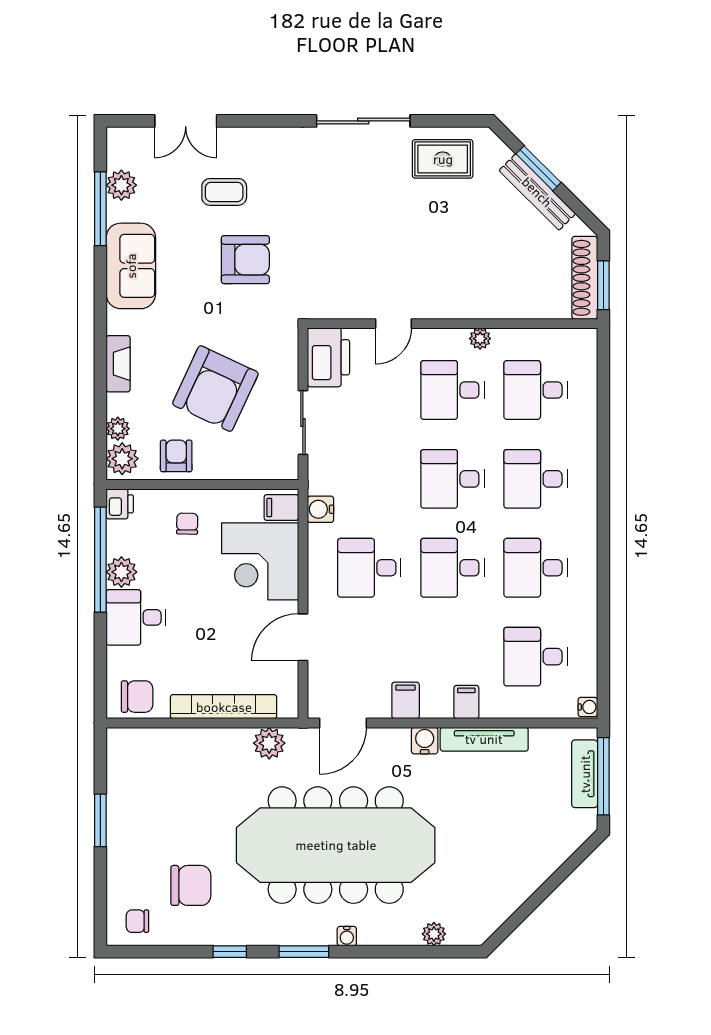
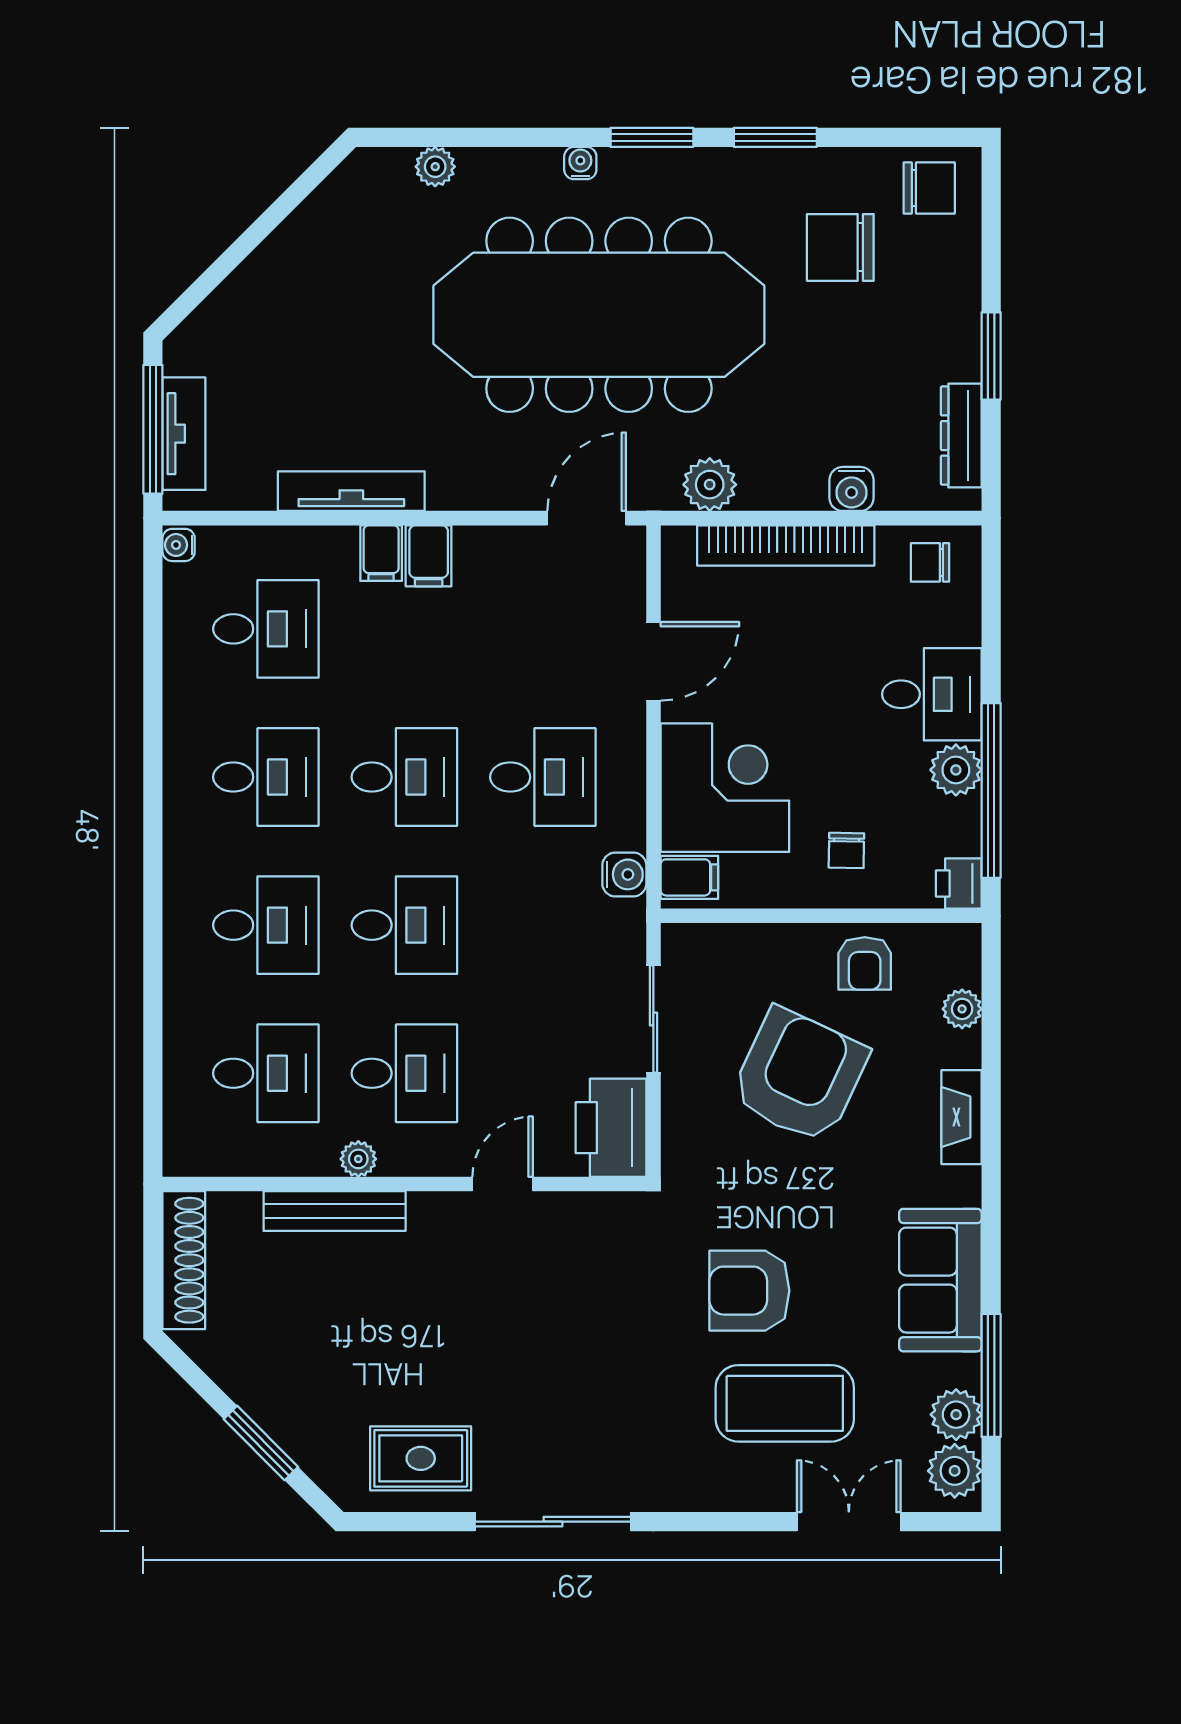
coffee table: (224, 192) -> (785, 1403), width x1.86, depth x1.72
bench: (537, 192) -> (335, 1211), moved, turned -45
window: (603, 285) -> (153, 1248), removed
plant: (122, 459) -> (955, 1471), moved
chair: (137, 697) -> (930, 562), width x0.73, depth x0.73
filing cabinet: (406, 700) -> (429, 556), moved
water cooler: (425, 741) -> (852, 489), moved
dresser: (118, 773) -> (961, 436), added
chair: (137, 921) -> (929, 188), width x1.37, depth x1.37
window: (230, 952) -> (775, 137), width x1.50

